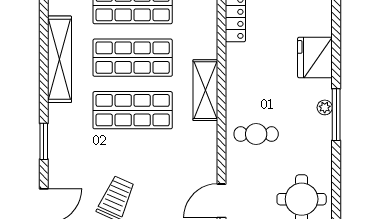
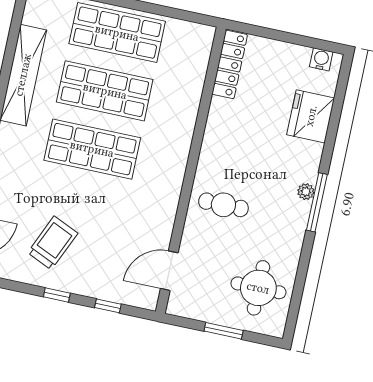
fridge: (315, 58) -> (311, 116), moved
shelving: (205, 90) -> (178, 144), removed

